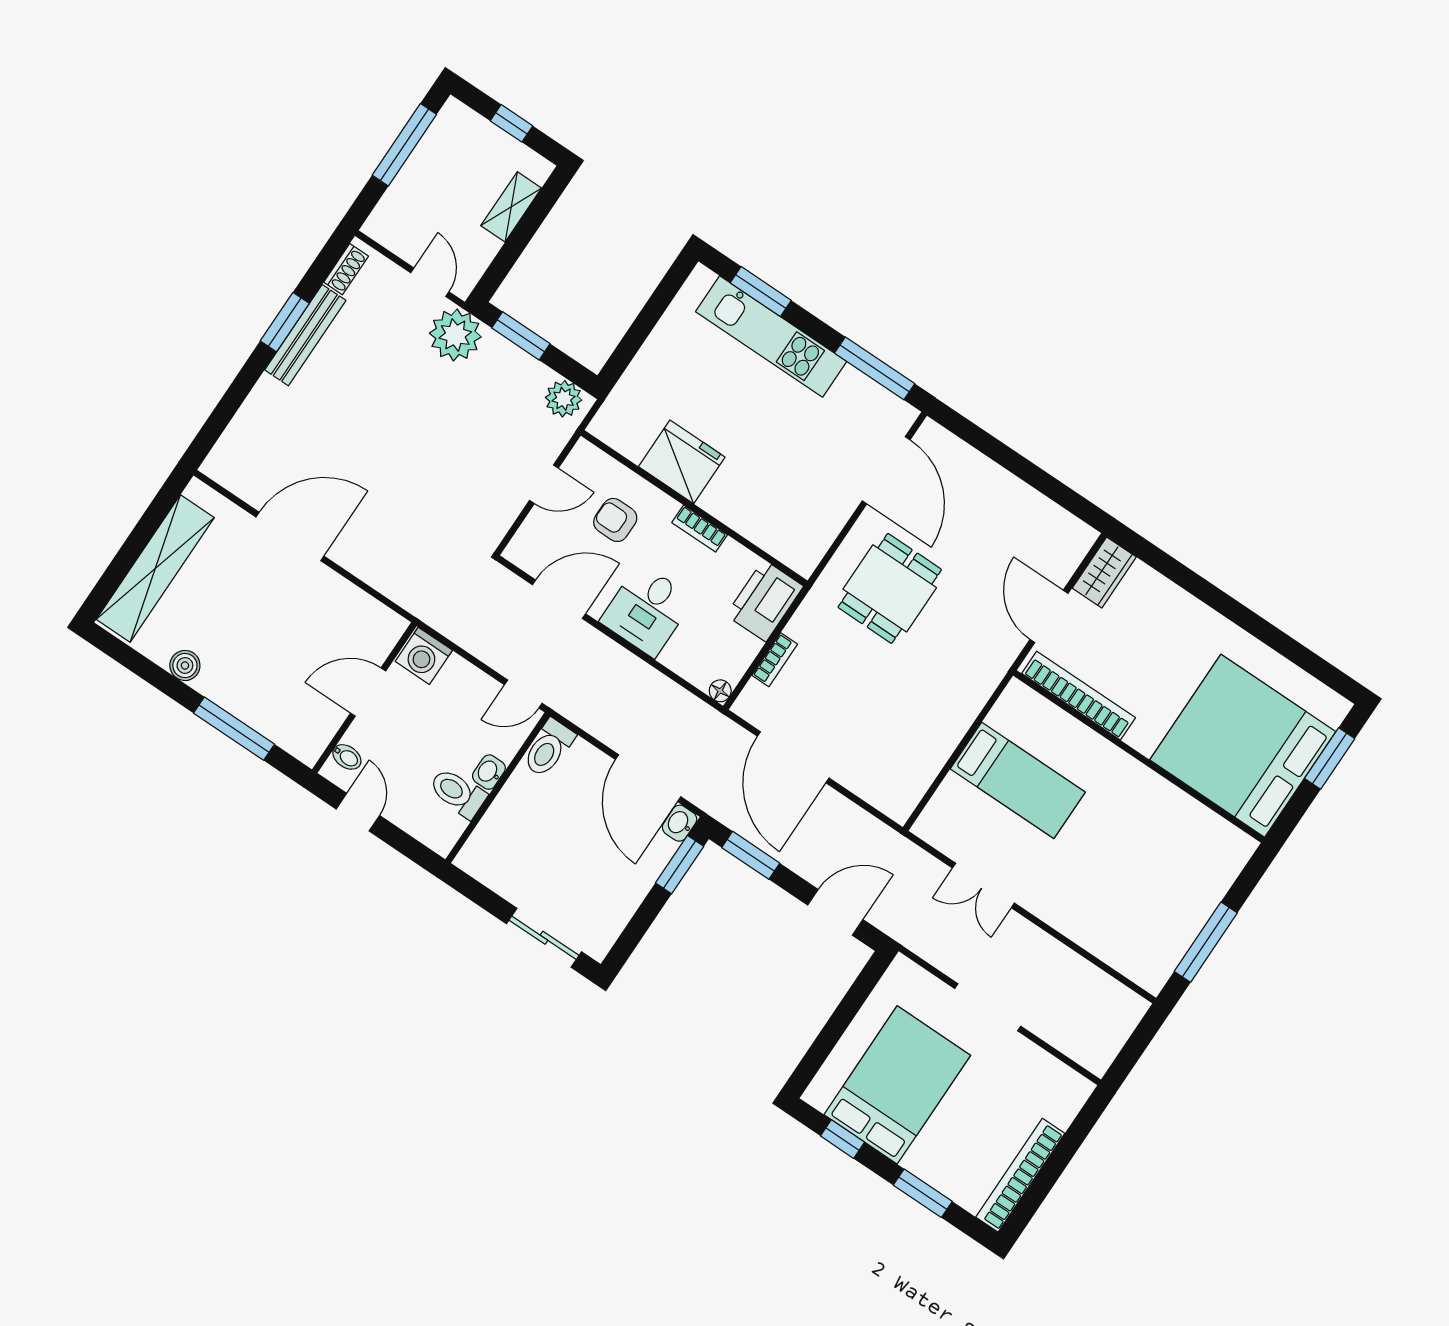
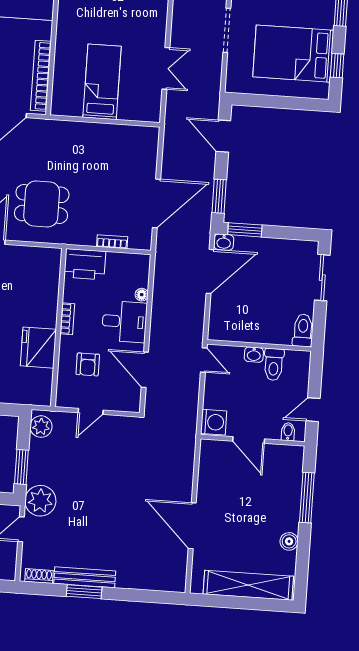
door: (544, 484) -> (91, 411), swing flipped
floor lamp: (720, 691) -> (142, 295), moved
toilet: (549, 748) -> (303, 330), moved, turned -90

